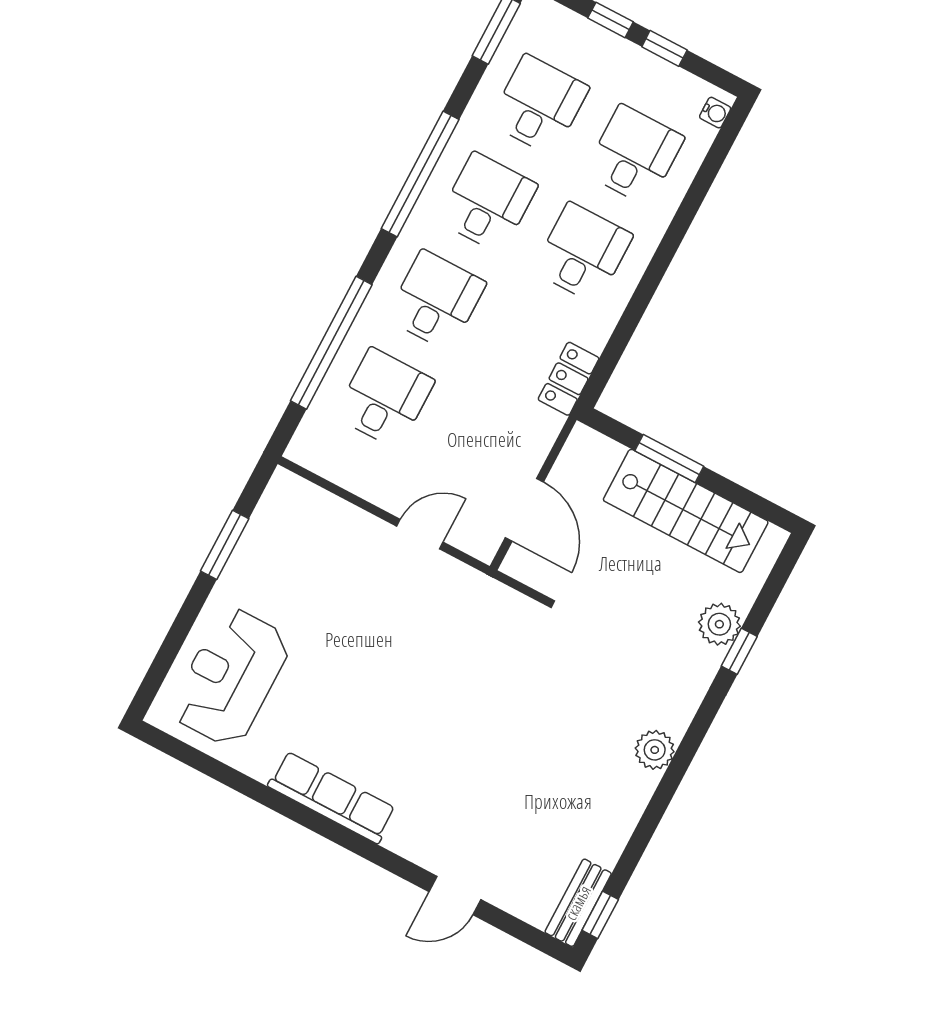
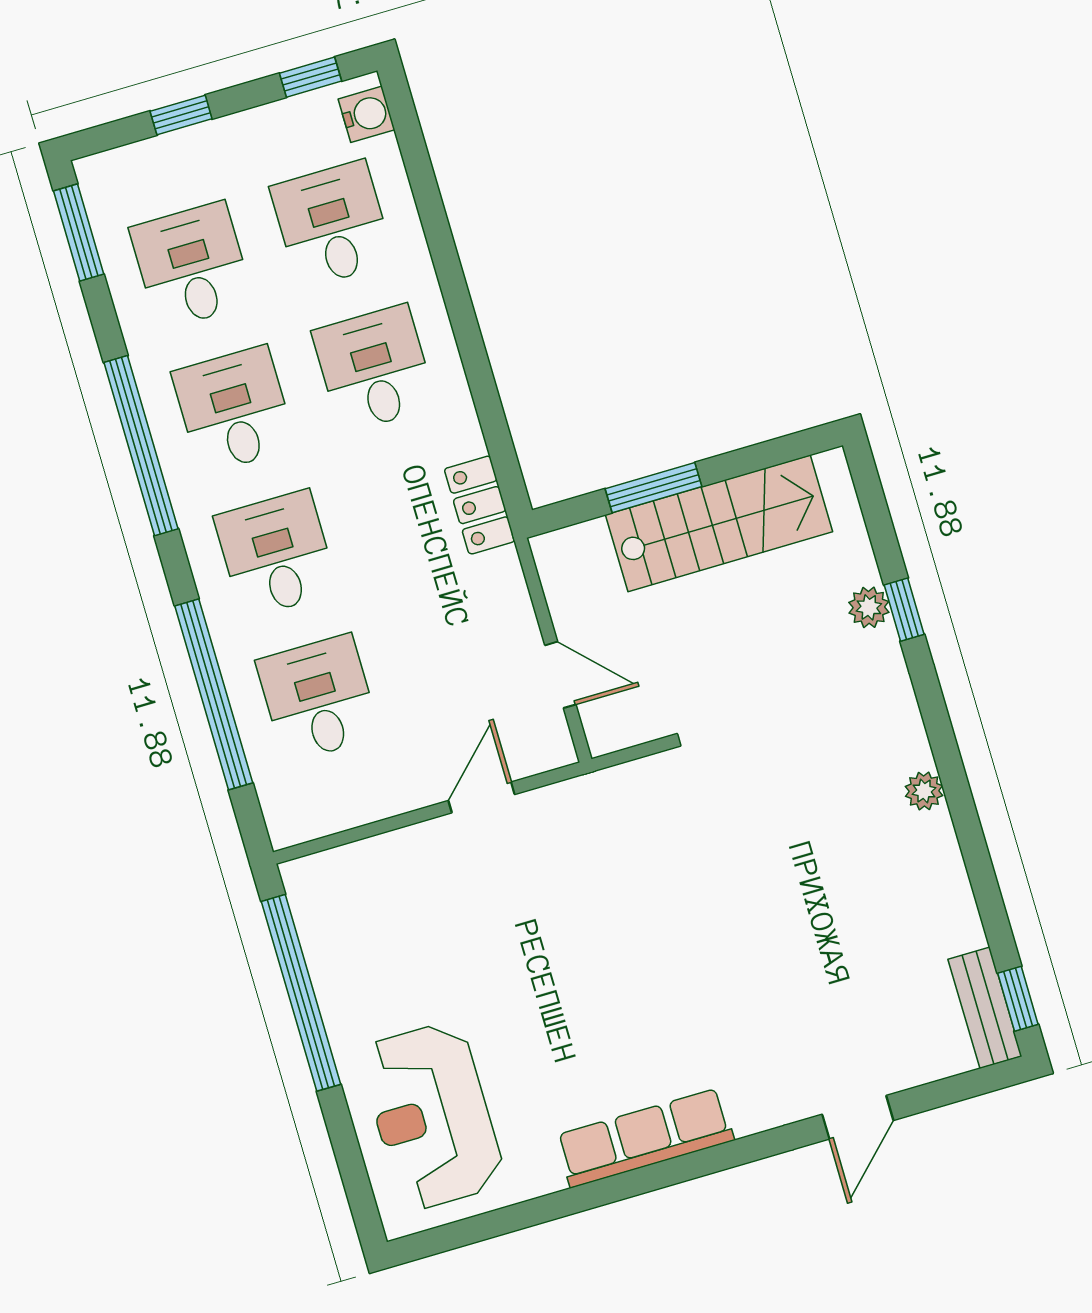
window: (664, 48) -> (311, 77), moved
water cooler: (715, 113) -> (366, 114), width x1.38, depth x1.38
door: (524, 510) -> (560, 675), width x0.73
window: (225, 545) -> (301, 993), width x2.11
plant: (719, 624) -> (869, 607), width x0.73, depth x0.73
plant: (655, 750) -> (924, 791), width x0.73, depth x0.73

